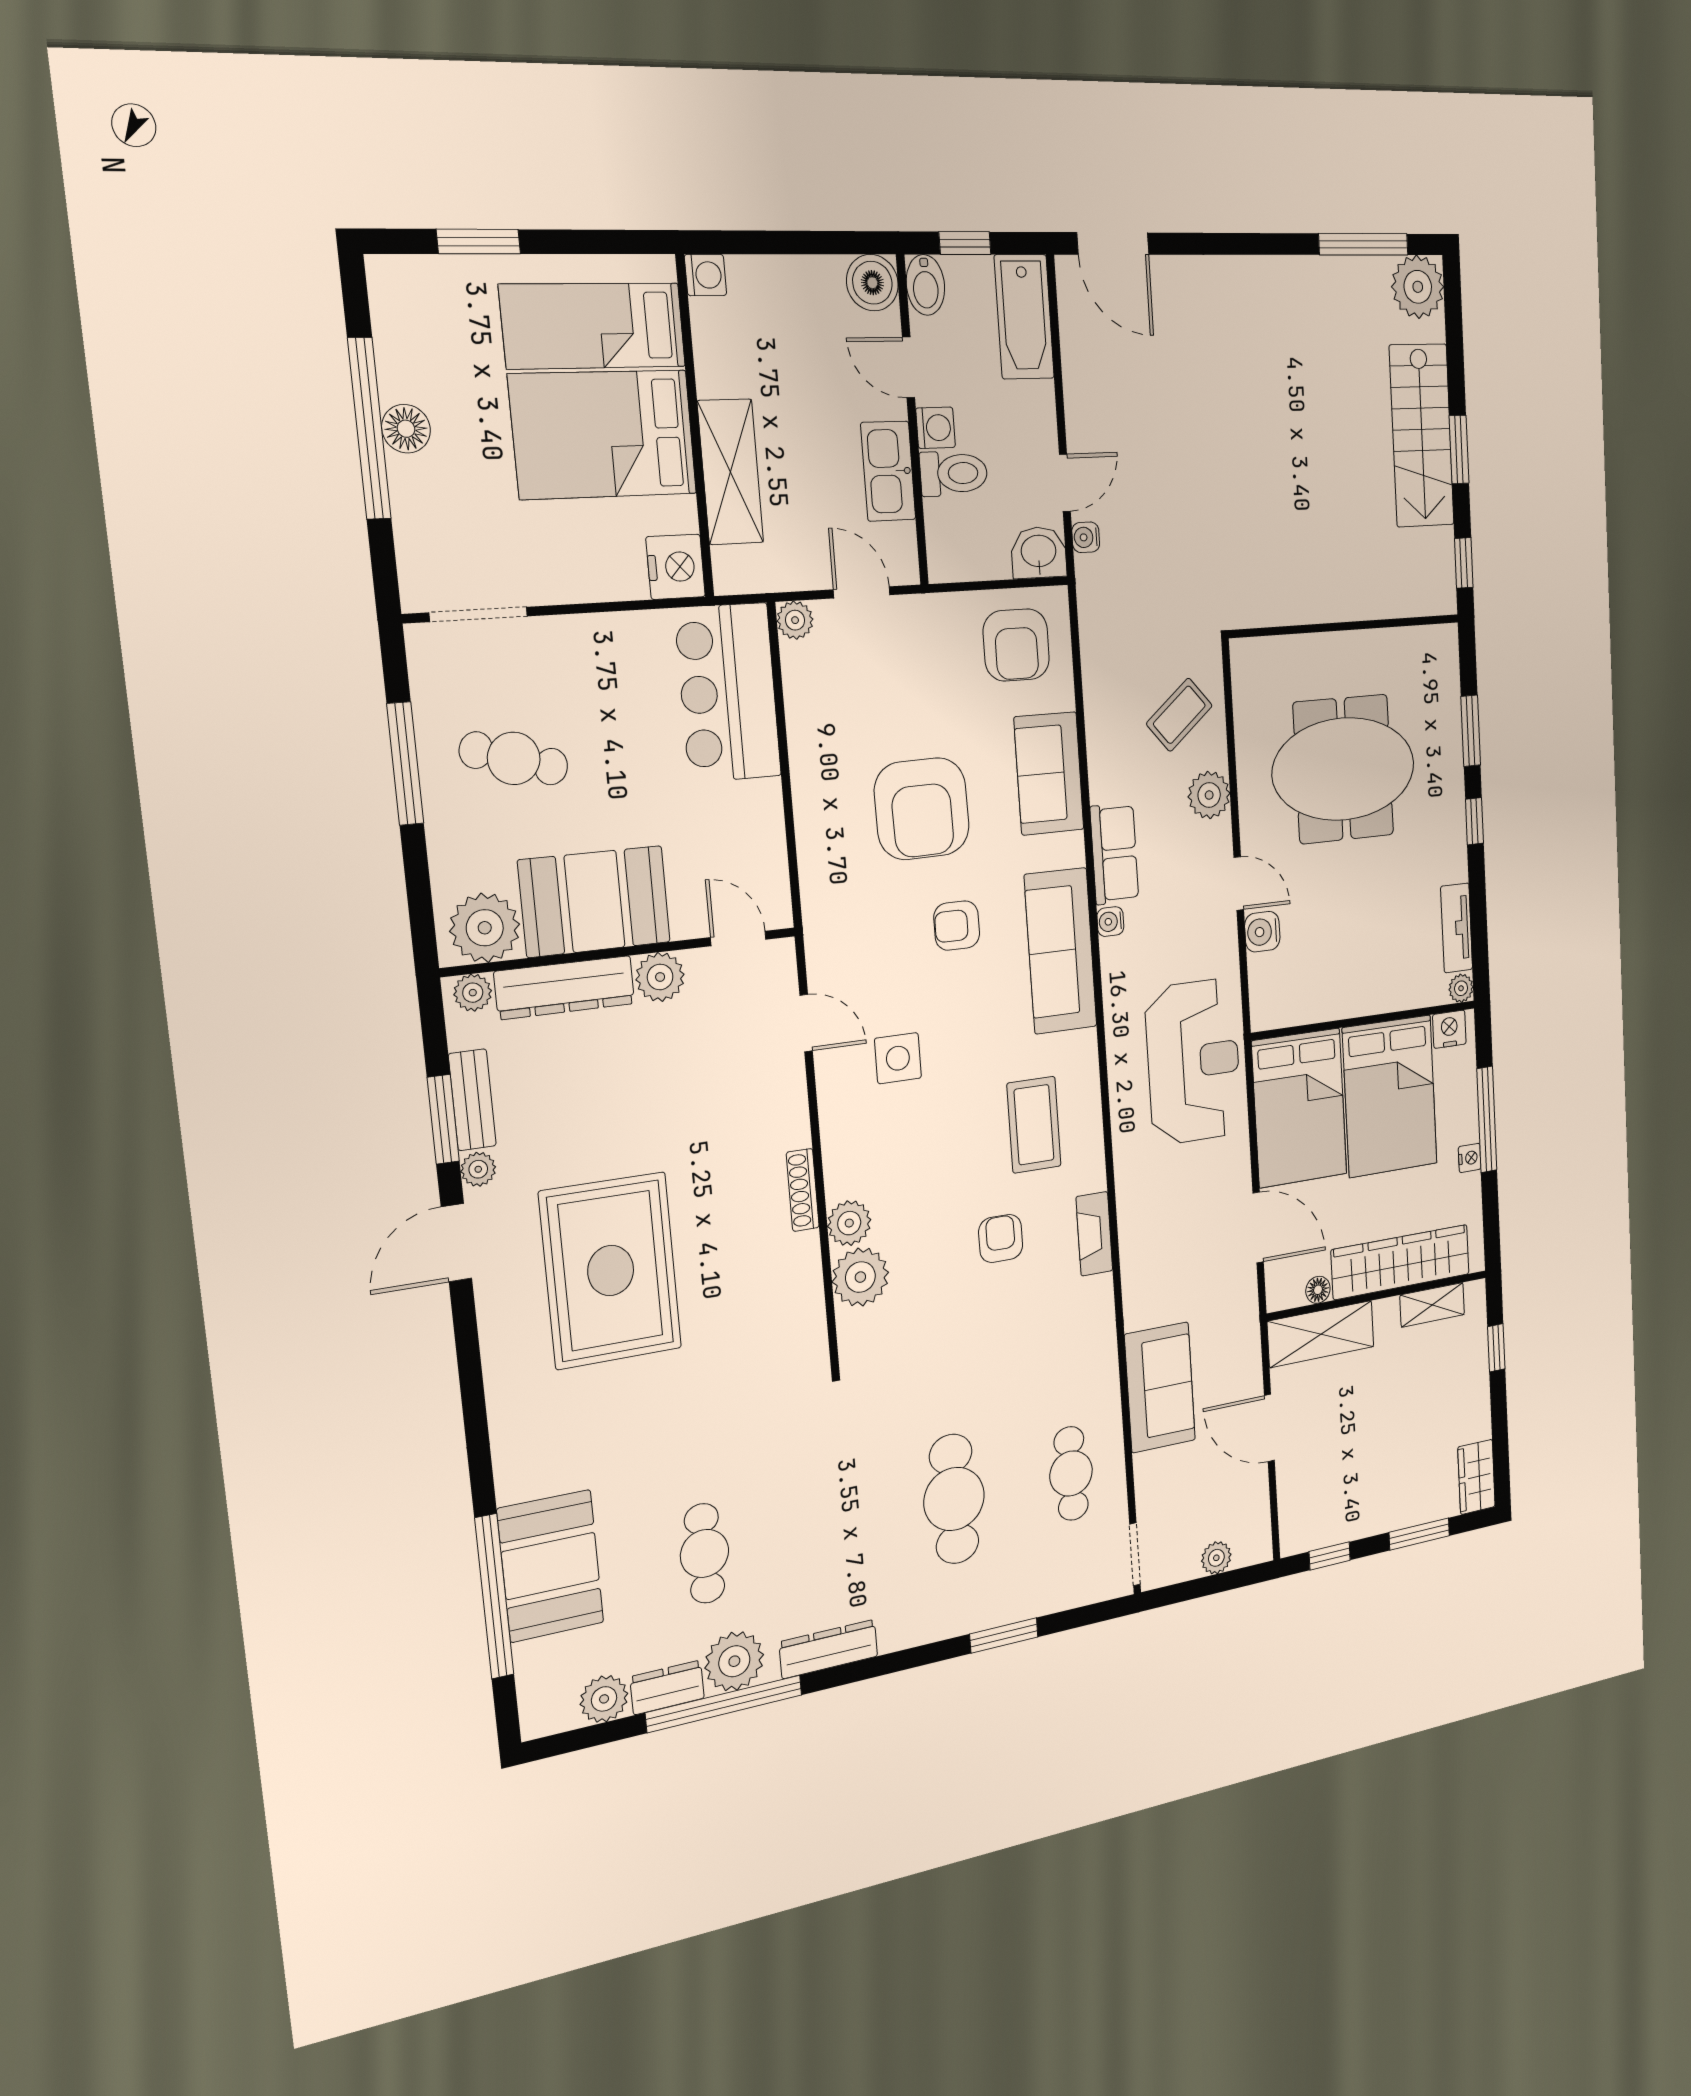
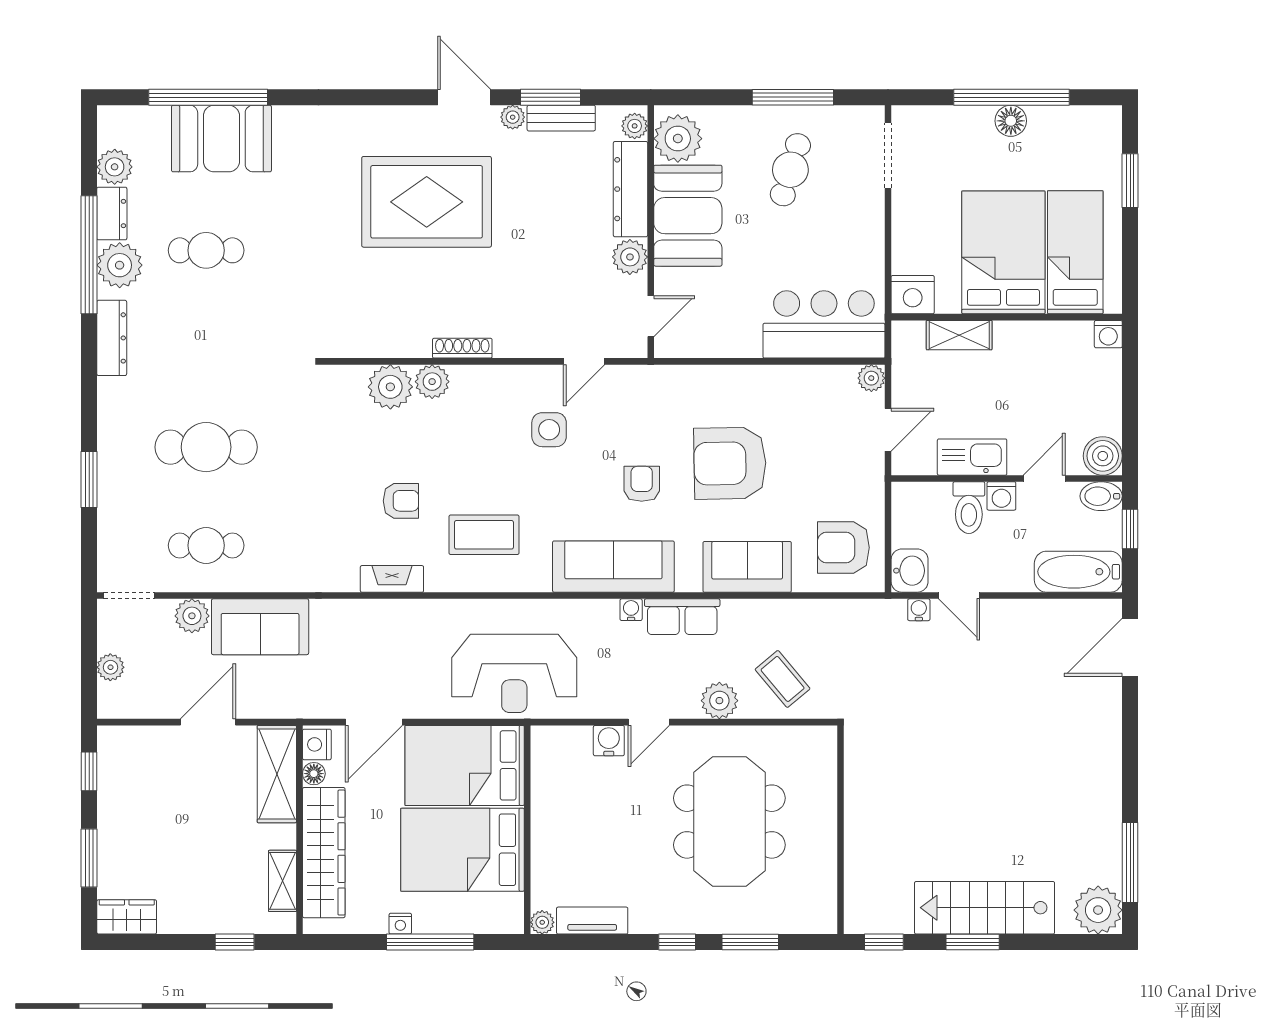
shelving: (730, 472) -> (959, 335), width x0.67, depth x0.75
nightstand: (1449, 1029) -> (317, 744), moved, turned 180
plant: (1153, 1473) -> (192, 616), added

